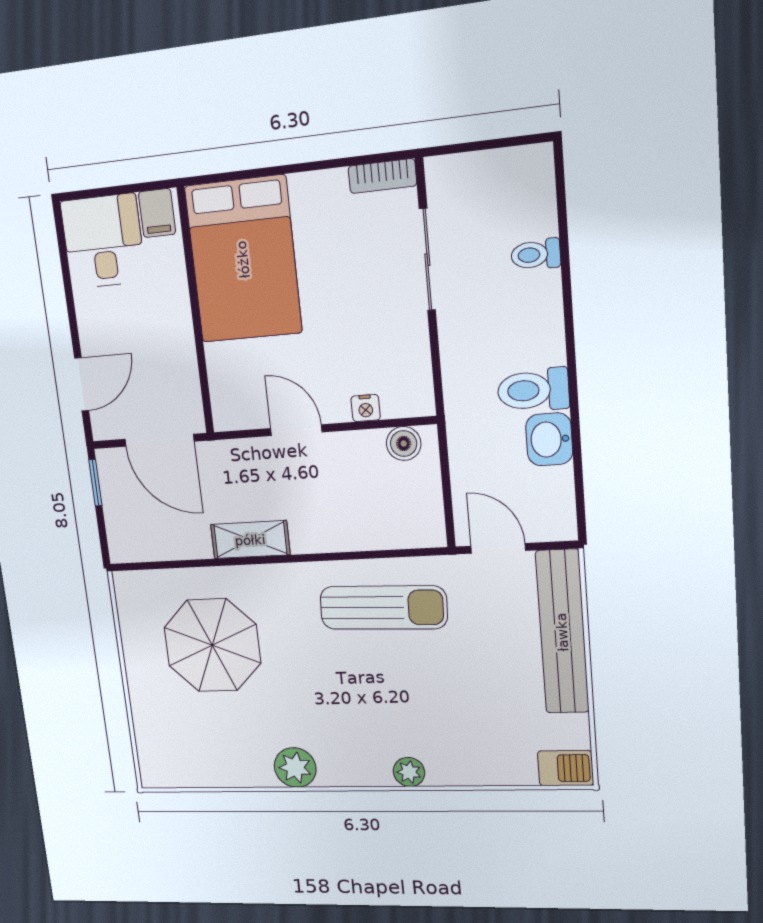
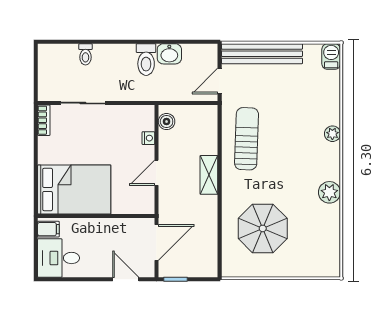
shelving: (250, 540) -> (209, 175), moved

